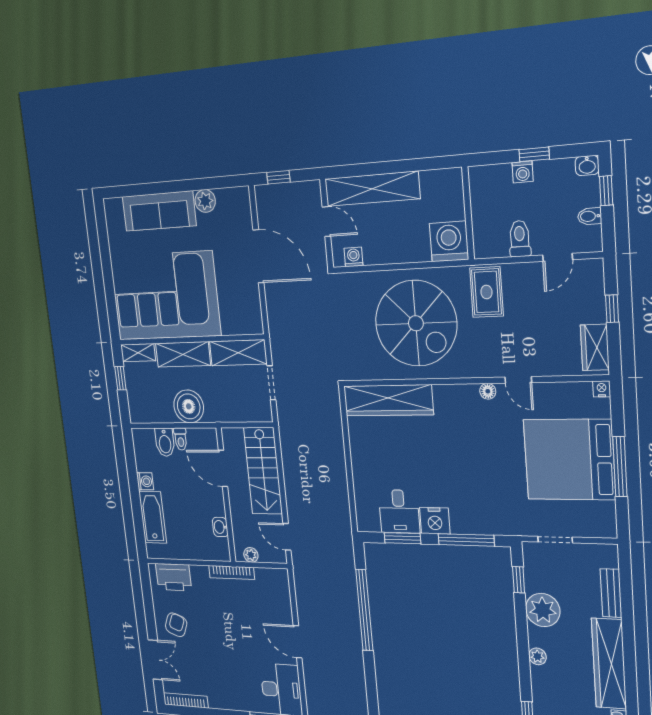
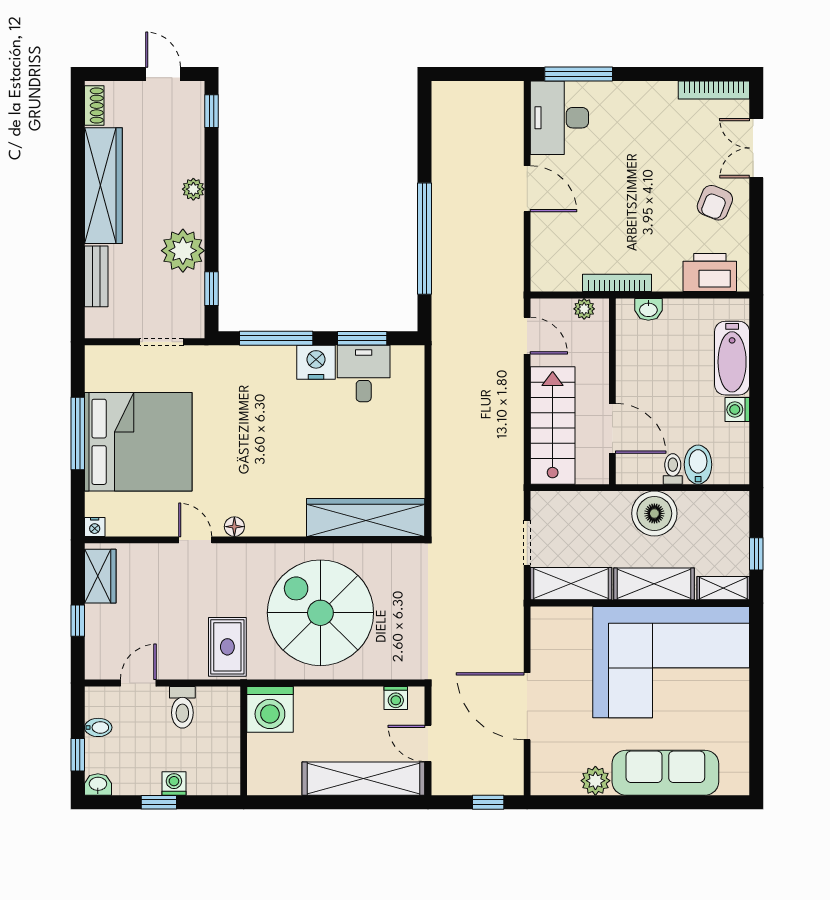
washbasin: (220, 527) -> (648, 309), moved, turned 90

